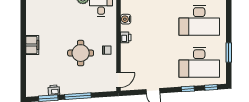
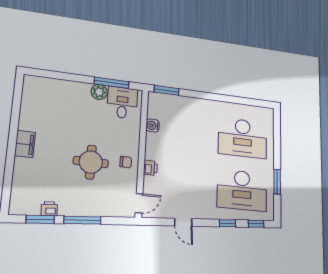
printer: (126, 37) -> (150, 168), moved

